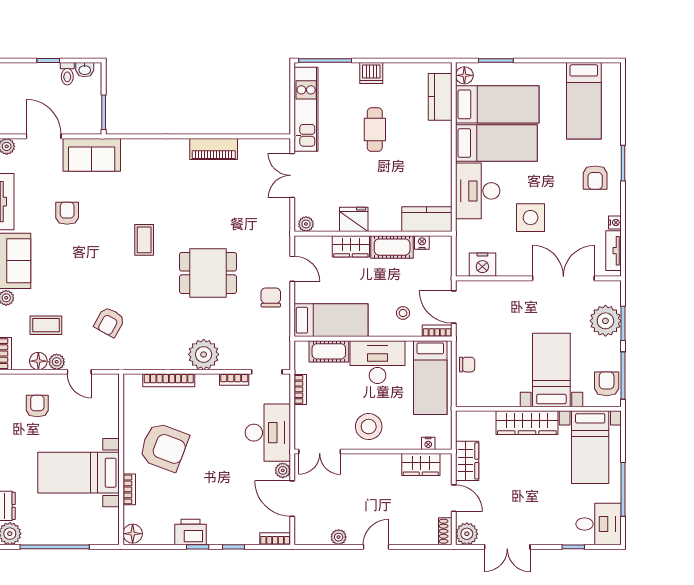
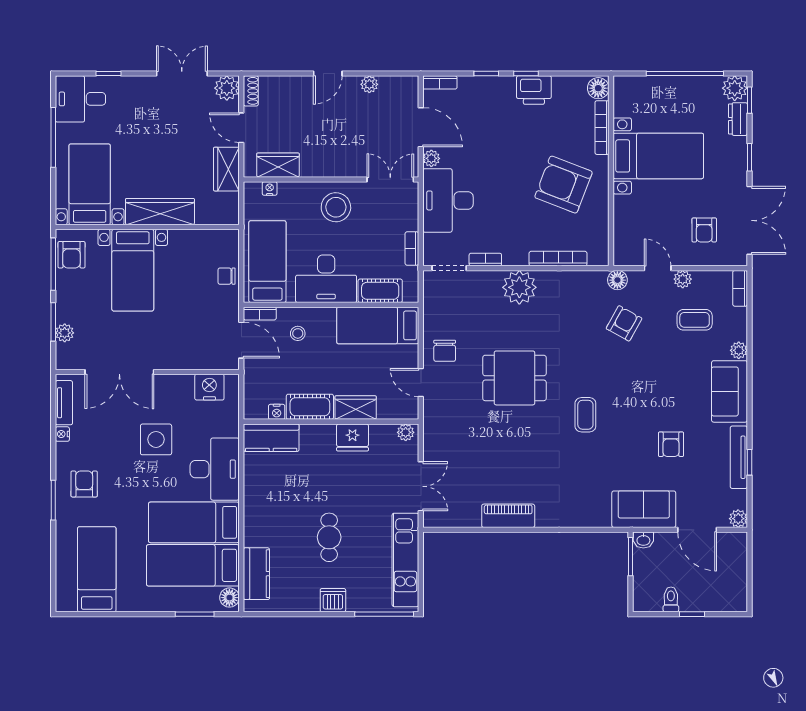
washbasin: (85, 70) -> (643, 540), moved, turned 180
plant: (605, 321) -> (65, 333), width x0.53, depth x0.53
floor lamp: (38, 361) -> (617, 280), moved
bookcase: (129, 489) -> (602, 128), width x1.56

